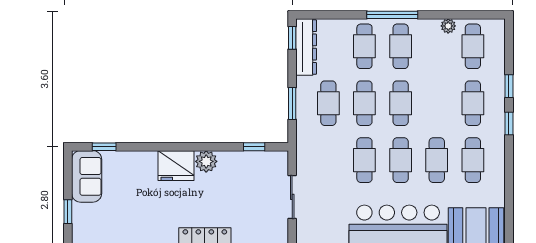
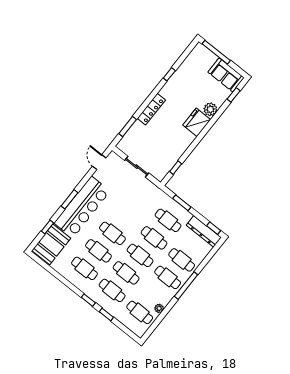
cafe table: (364, 160) -> (126, 273), moved
plant: (206, 161) -> (210, 109), moved
window: (68, 212) -> (216, 52), width x2.17

